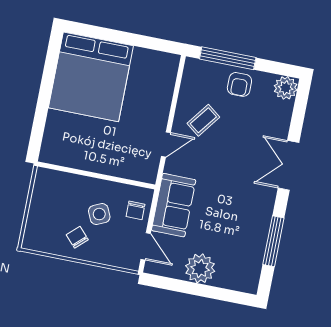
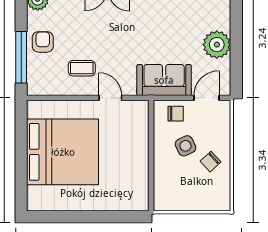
bed: (91, 77) -> (63, 152), moved
armchair: (239, 84) -> (43, 42), turned -90
coffee table: (203, 120) -> (82, 68), turned -37

